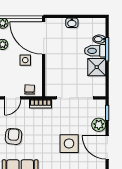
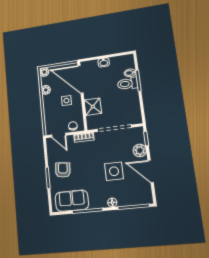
shower: (97, 67) -> (93, 107), moved
door: (13, 98) -> (59, 135), hinge flipped

